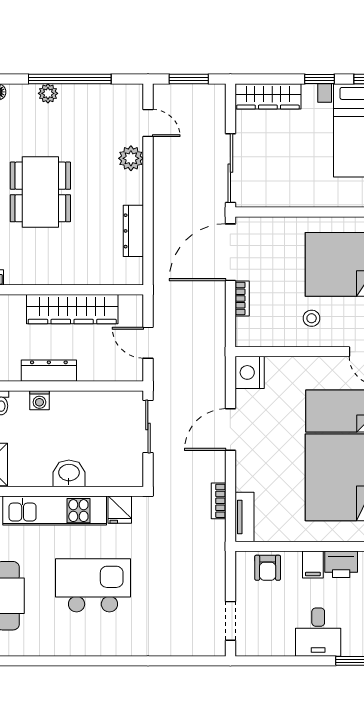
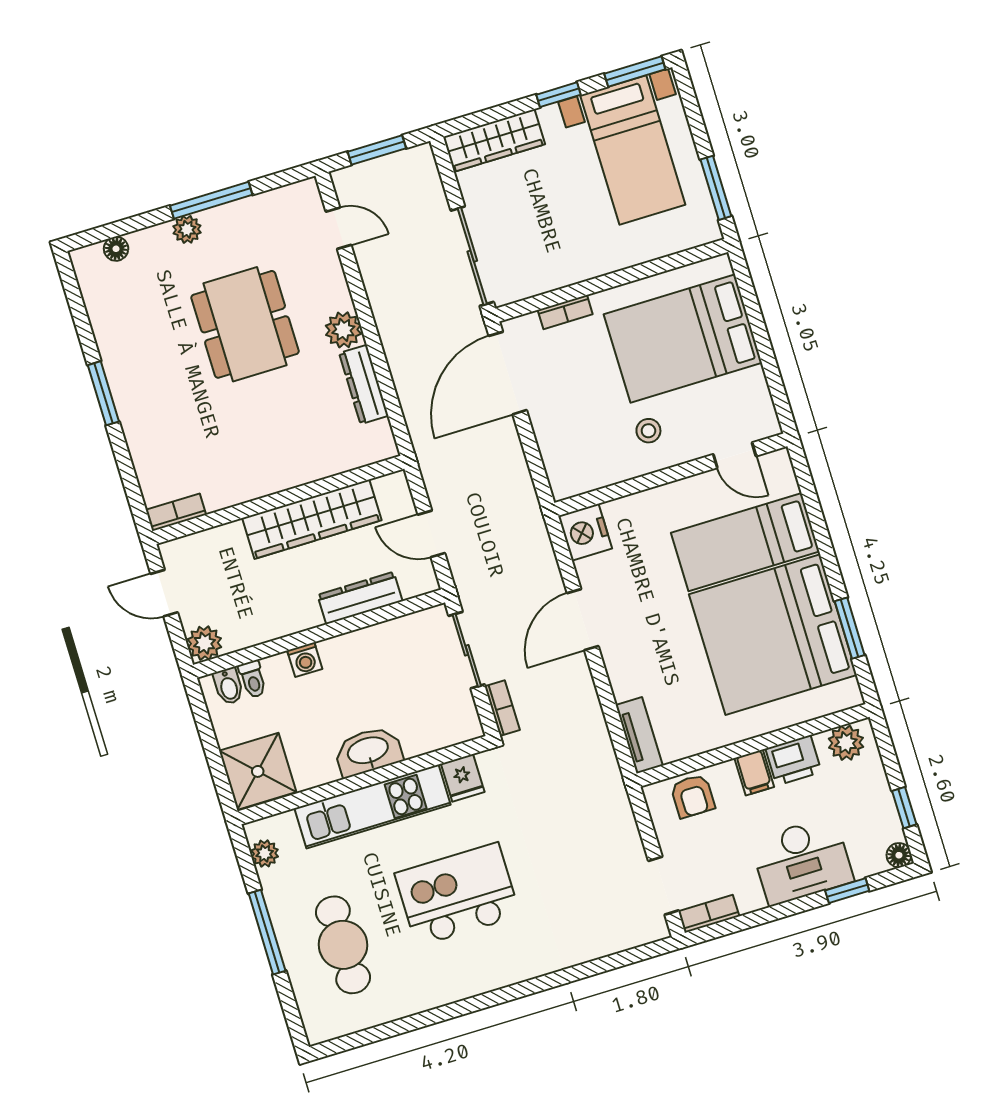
window: (70, 79) -> (211, 200), width x0.68
plant: (131, 158) -> (343, 330), moved
dining table: (40, 192) -> (245, 324), moved
bookcase: (242, 298) -> (565, 312), moved, turned 90
dresser: (49, 371) -> (360, 598), moved
washbasin: (69, 473) -> (368, 751), width x1.38
bookcase: (219, 501) -> (502, 708), moved, turned 180
desk: (318, 632) -> (802, 861), width x1.37
bookcase: (255, 648) -> (709, 914), added

